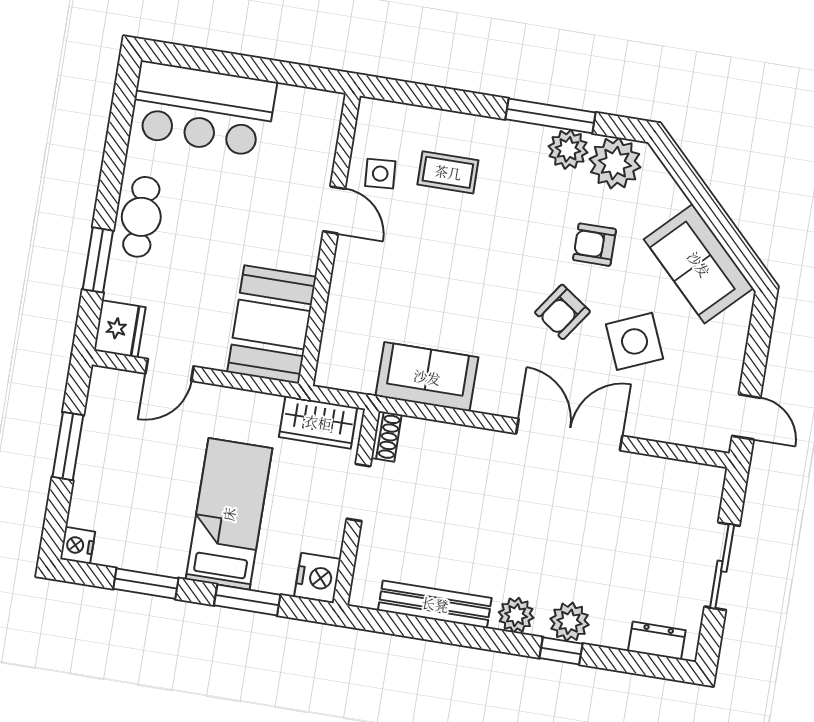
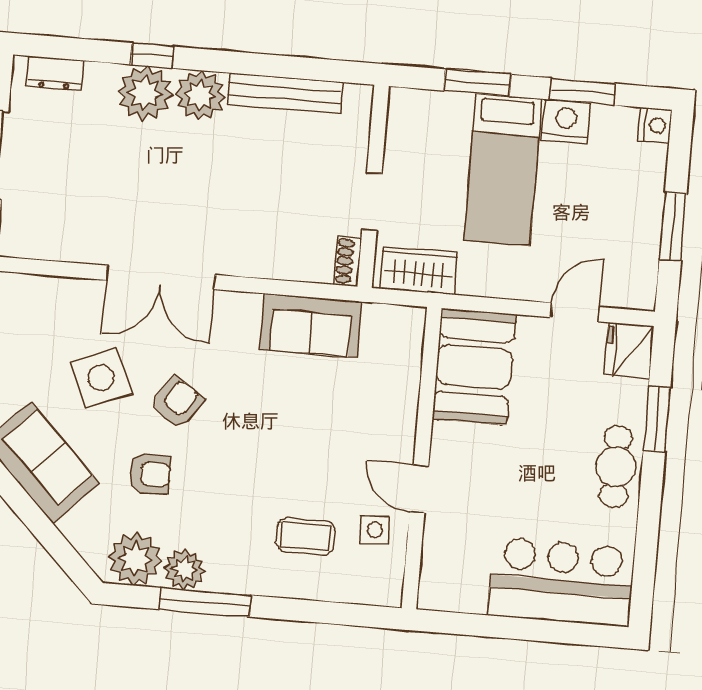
nightstand: (317, 578) -> (566, 121), moved, turned 90
plant: (516, 615) -> (200, 95), width x1.36, depth x1.36
plant: (570, 622) -> (145, 93), width x1.36, depth x1.36

